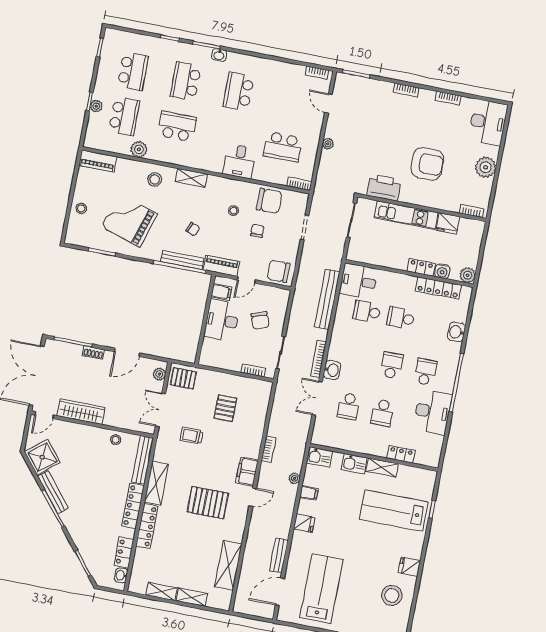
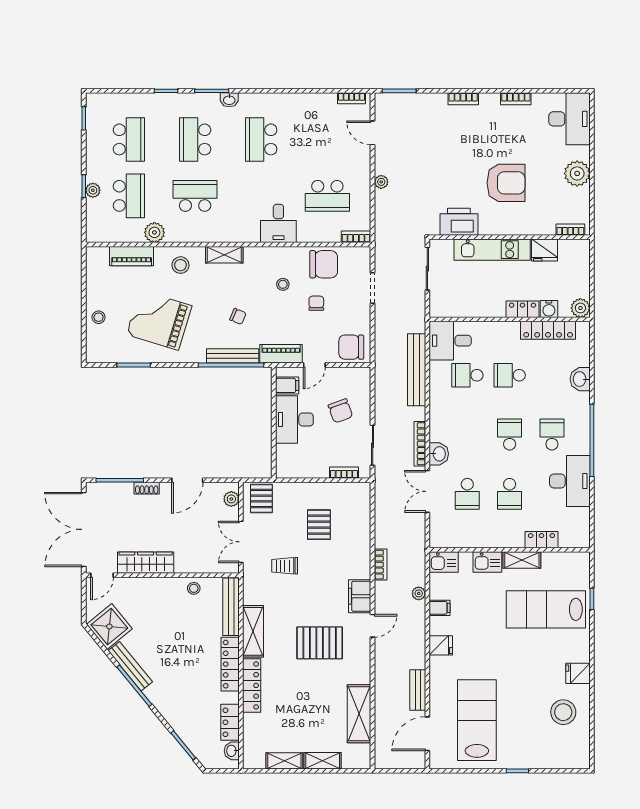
piano: (98, 161) -> (132, 256), moved
pallet: (183, 378) -> (261, 499), turned 90

